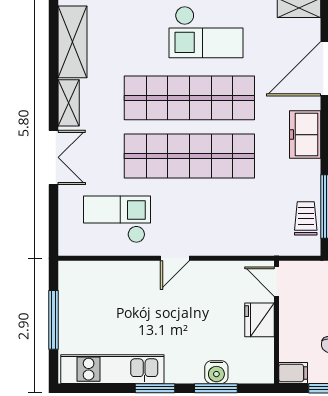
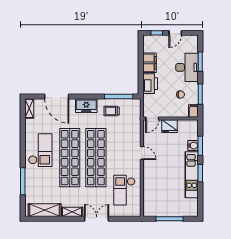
trolley: (306, 218) -> (112, 111), moved
door: (175, 258) -> (142, 153), moved
kitchen unit: (112, 369) -> (192, 175), moved

